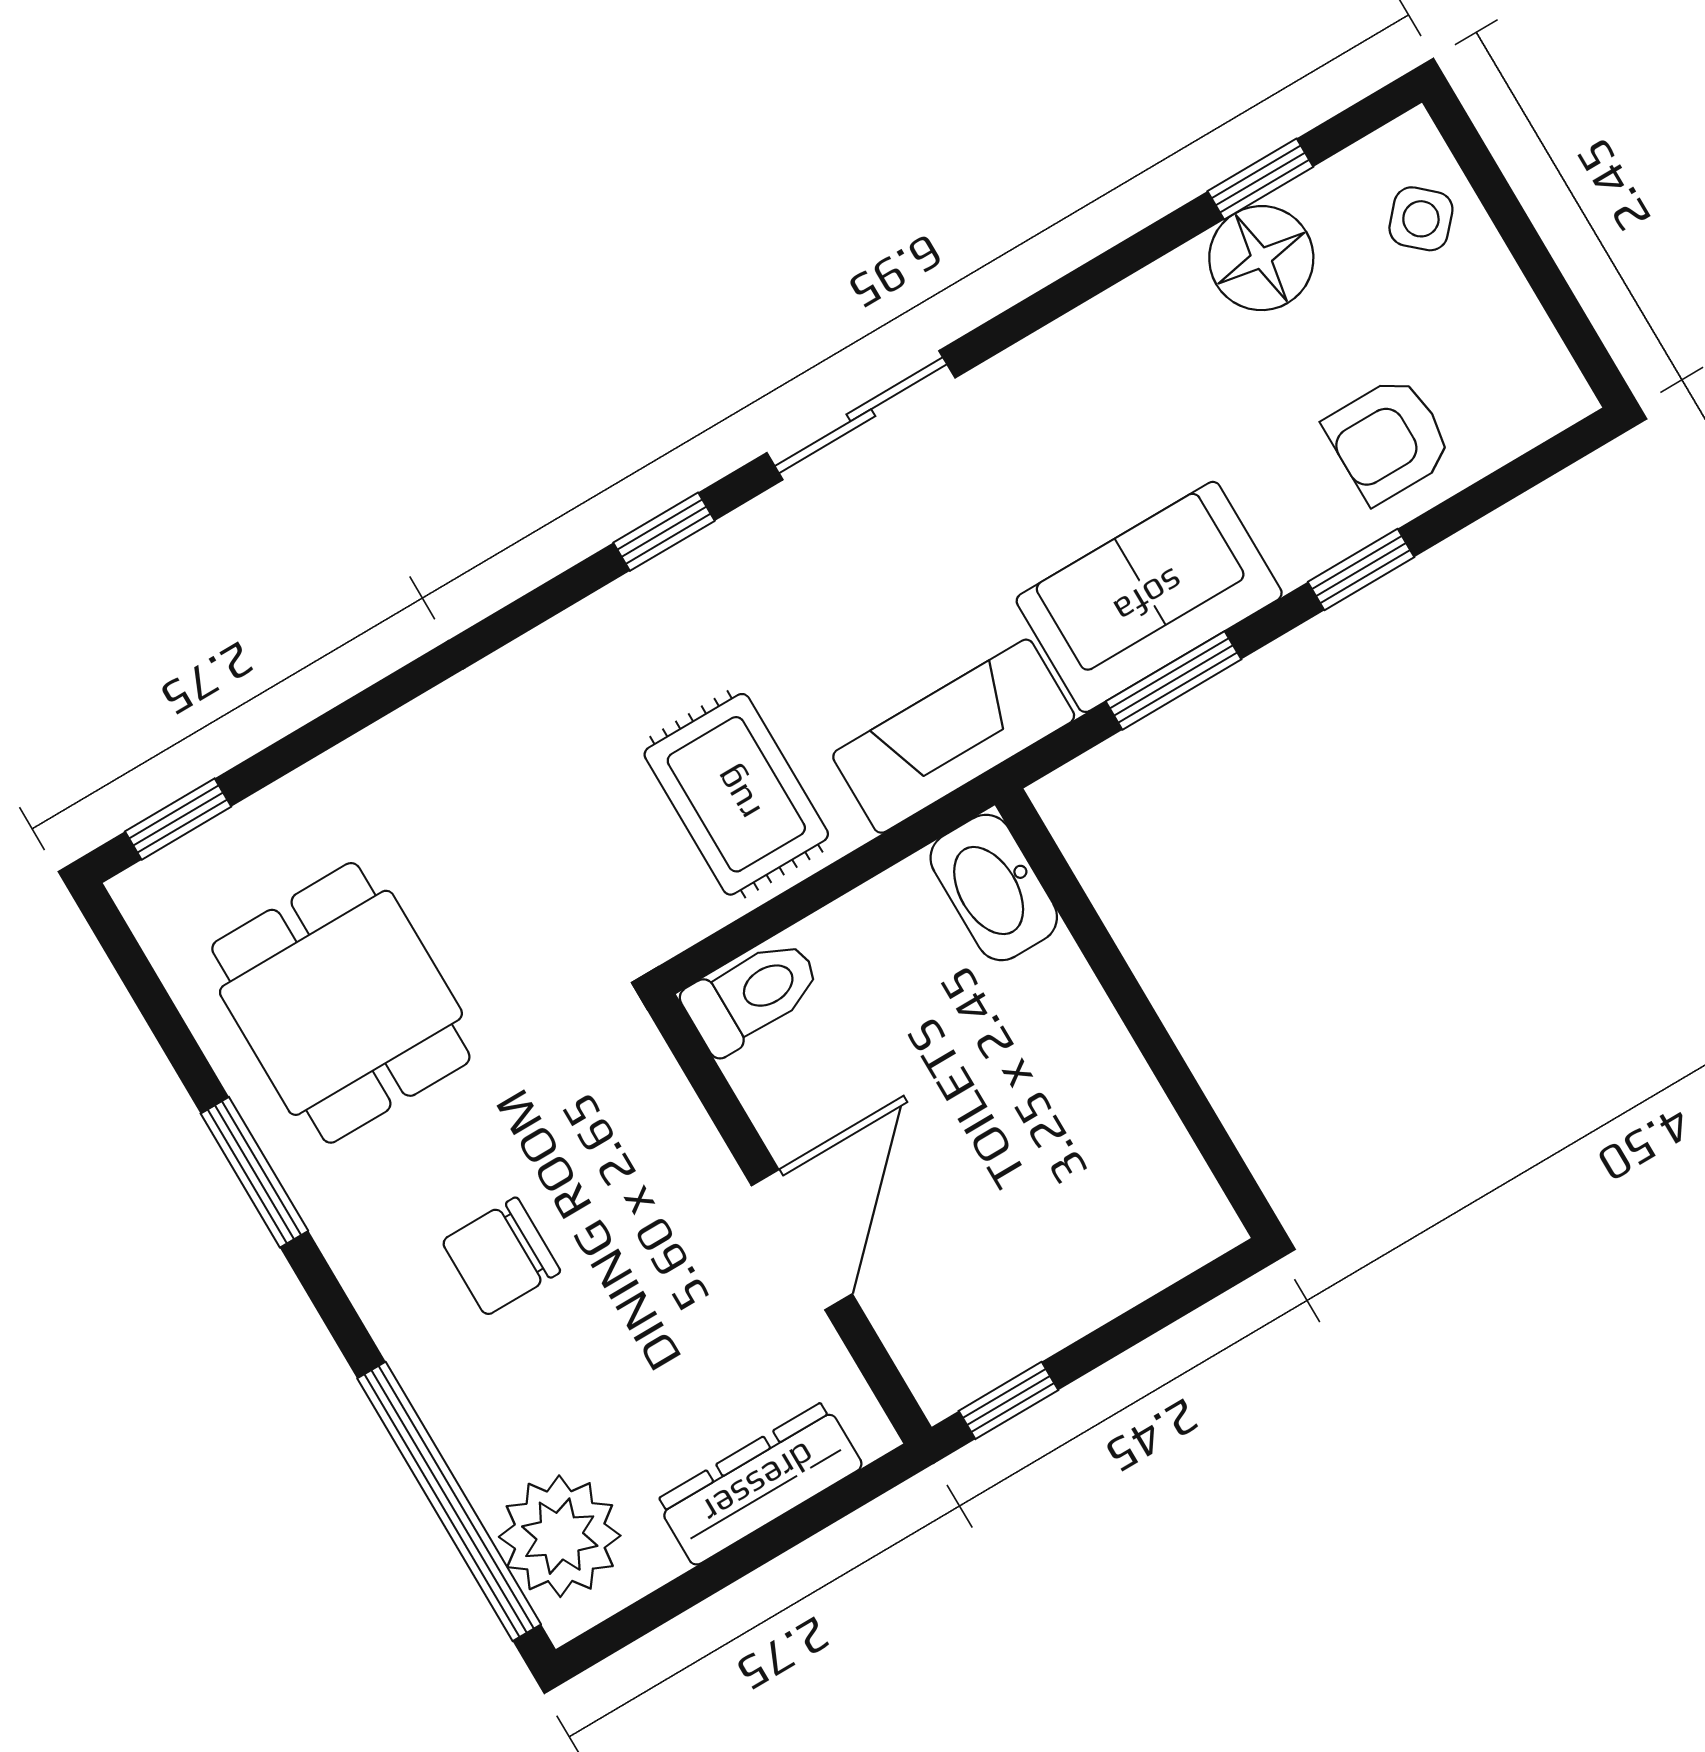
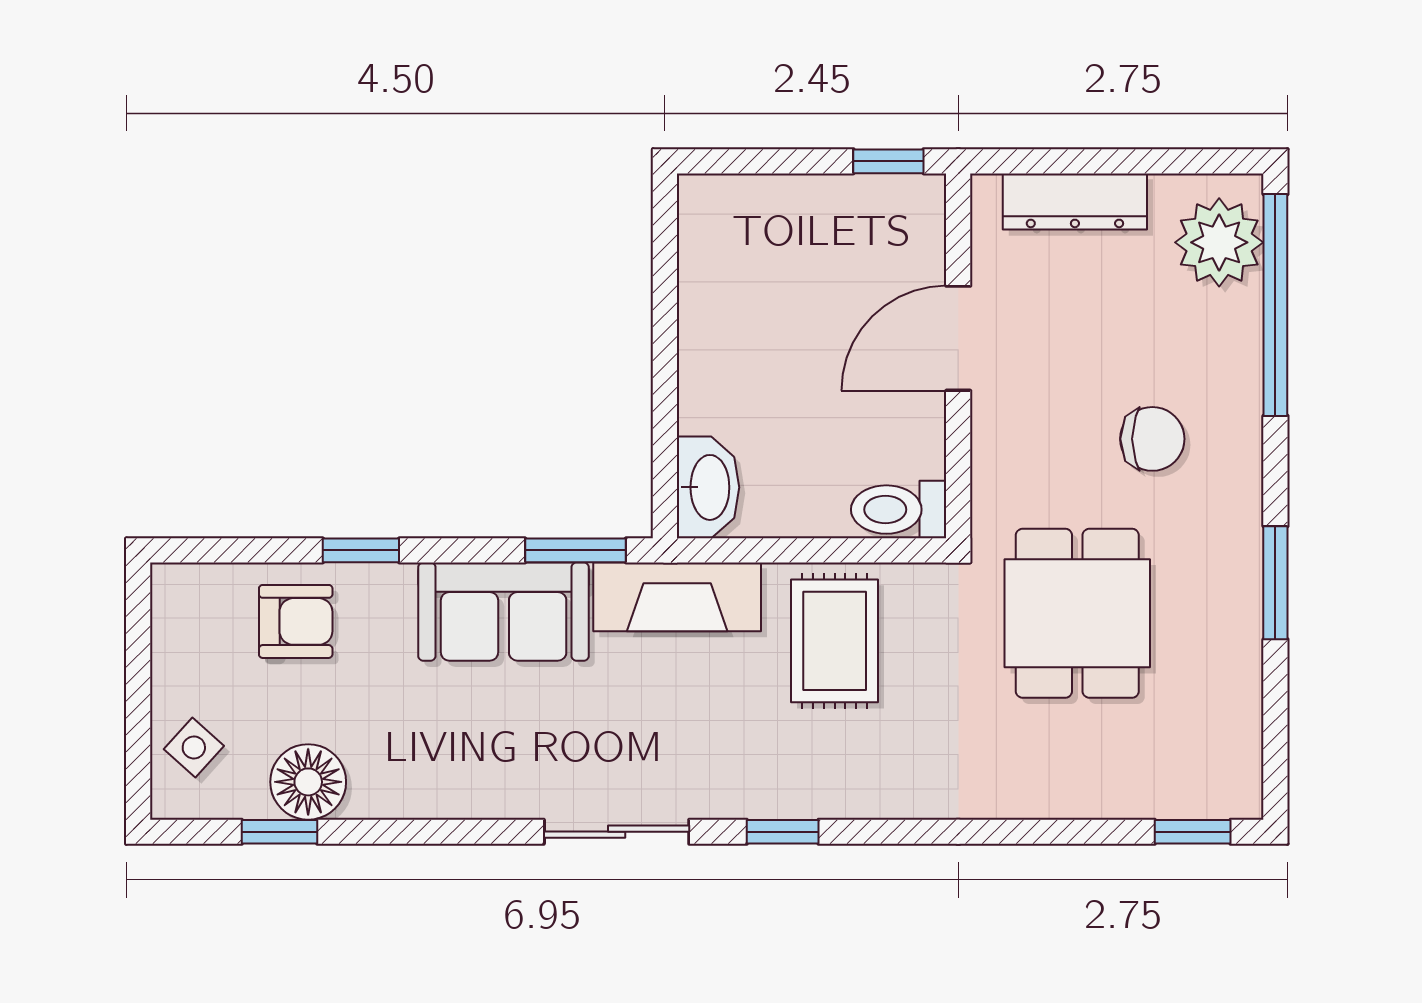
window: (1174, 680) -> (576, 550), moved
dining table: (341, 1003) -> (1077, 613), moved

